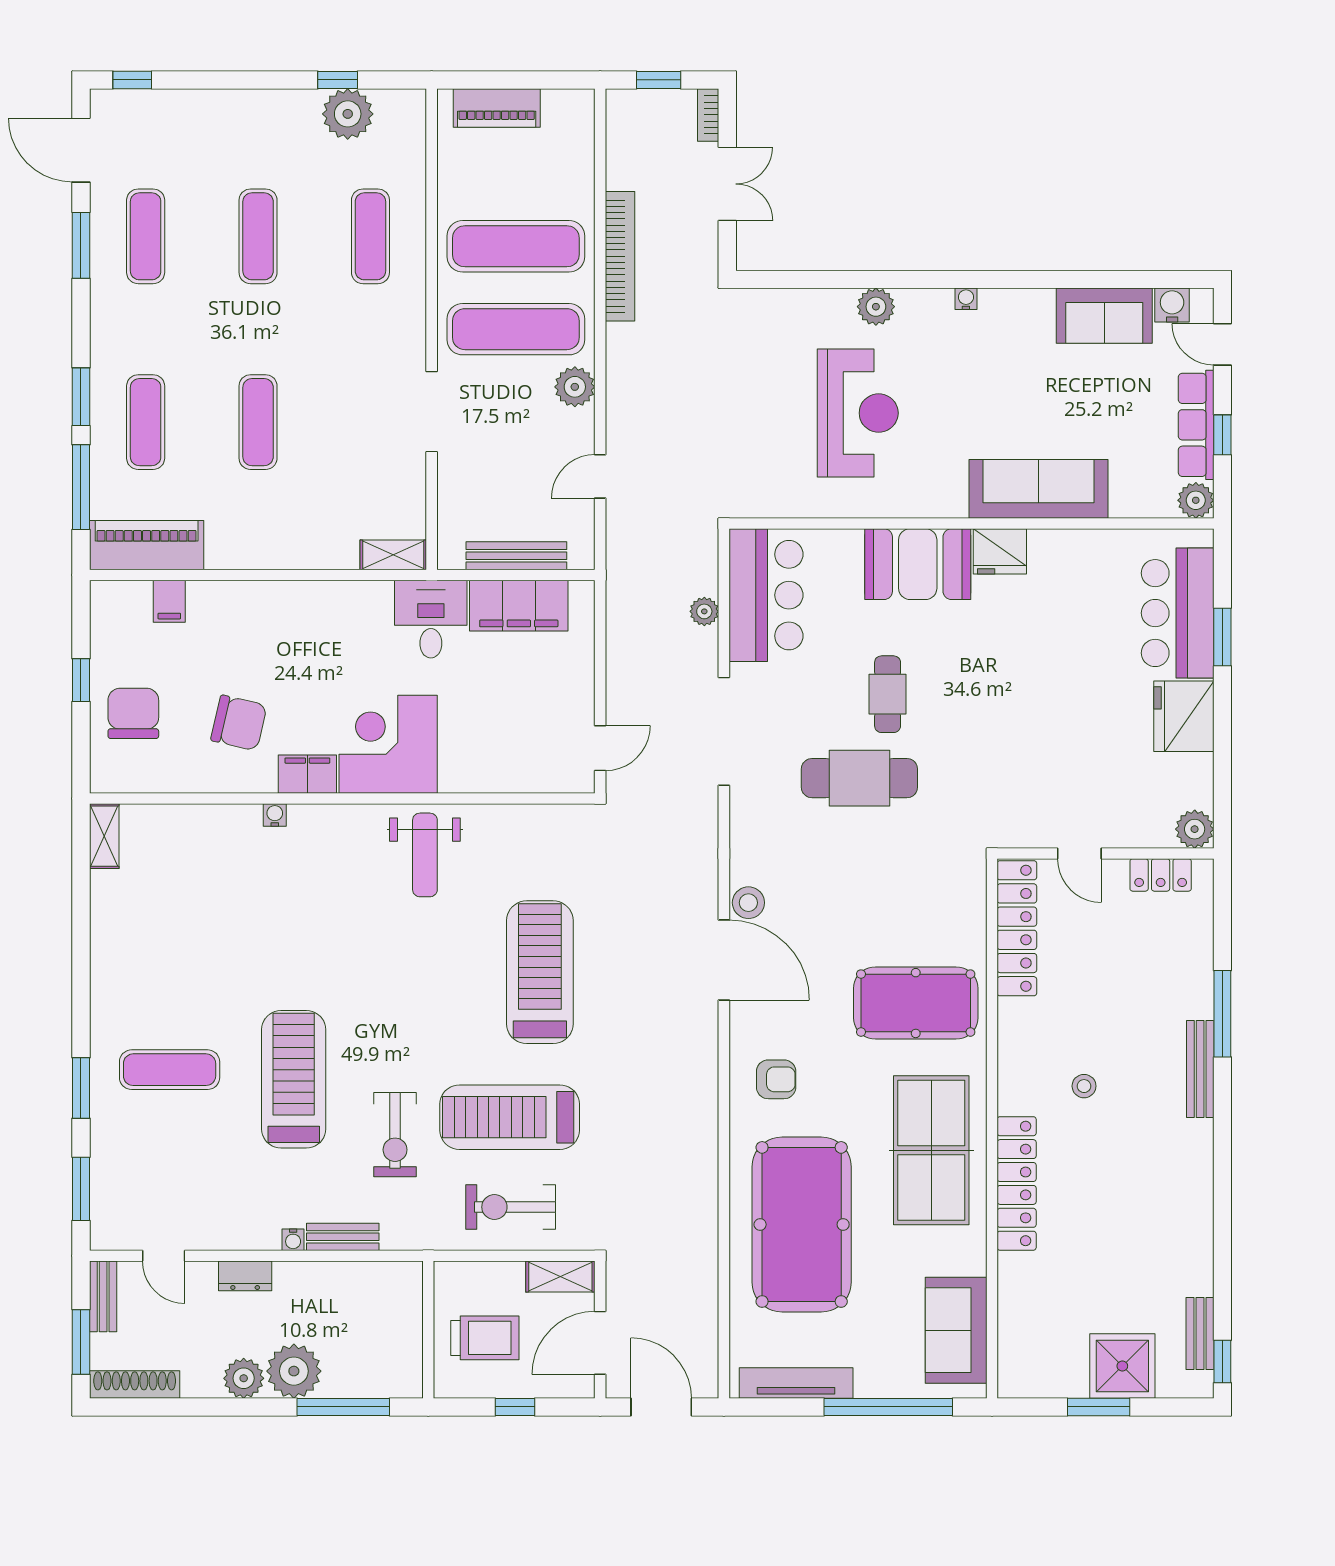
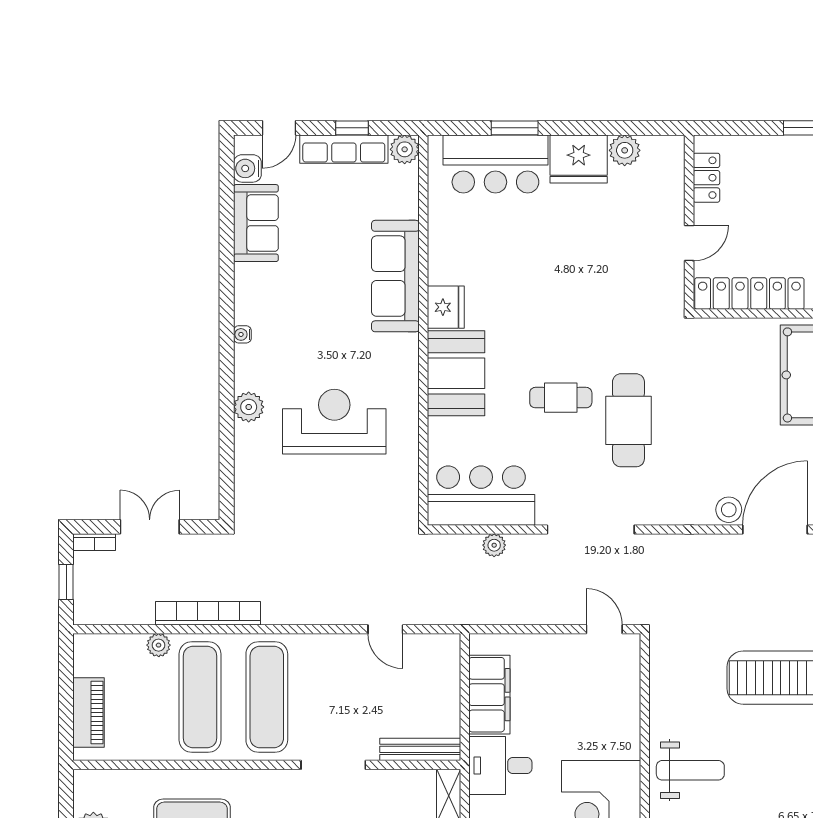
plant: (575, 387) -> (159, 645), moved, width x0.73, depth x0.73
bench: (516, 556) -> (420, 749), moved, turned 90
plant: (1195, 829) -> (625, 150), moved

